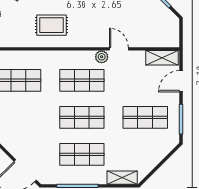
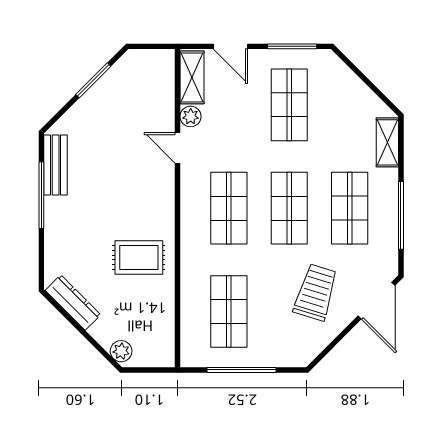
rug: (52, 25) -> (139, 258), turned 90
door: (119, 49) -> (178, 148), hinge flipped
plant: (102, 57) -> (191, 116), moved
trolley: (30, 134) -> (316, 292), added

